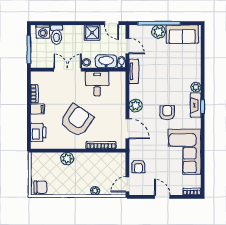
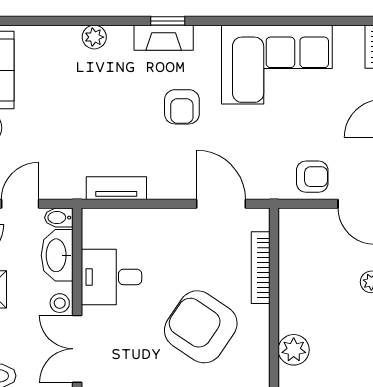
tv unit: (134, 71) -> (116, 188), moved
plant: (196, 87) -> (94, 37), moved
plant: (136, 105) -> (164, 184), removed
armchair: (167, 113) -> (182, 107), turned -90
door: (127, 129) -> (221, 204), hinge flipped

